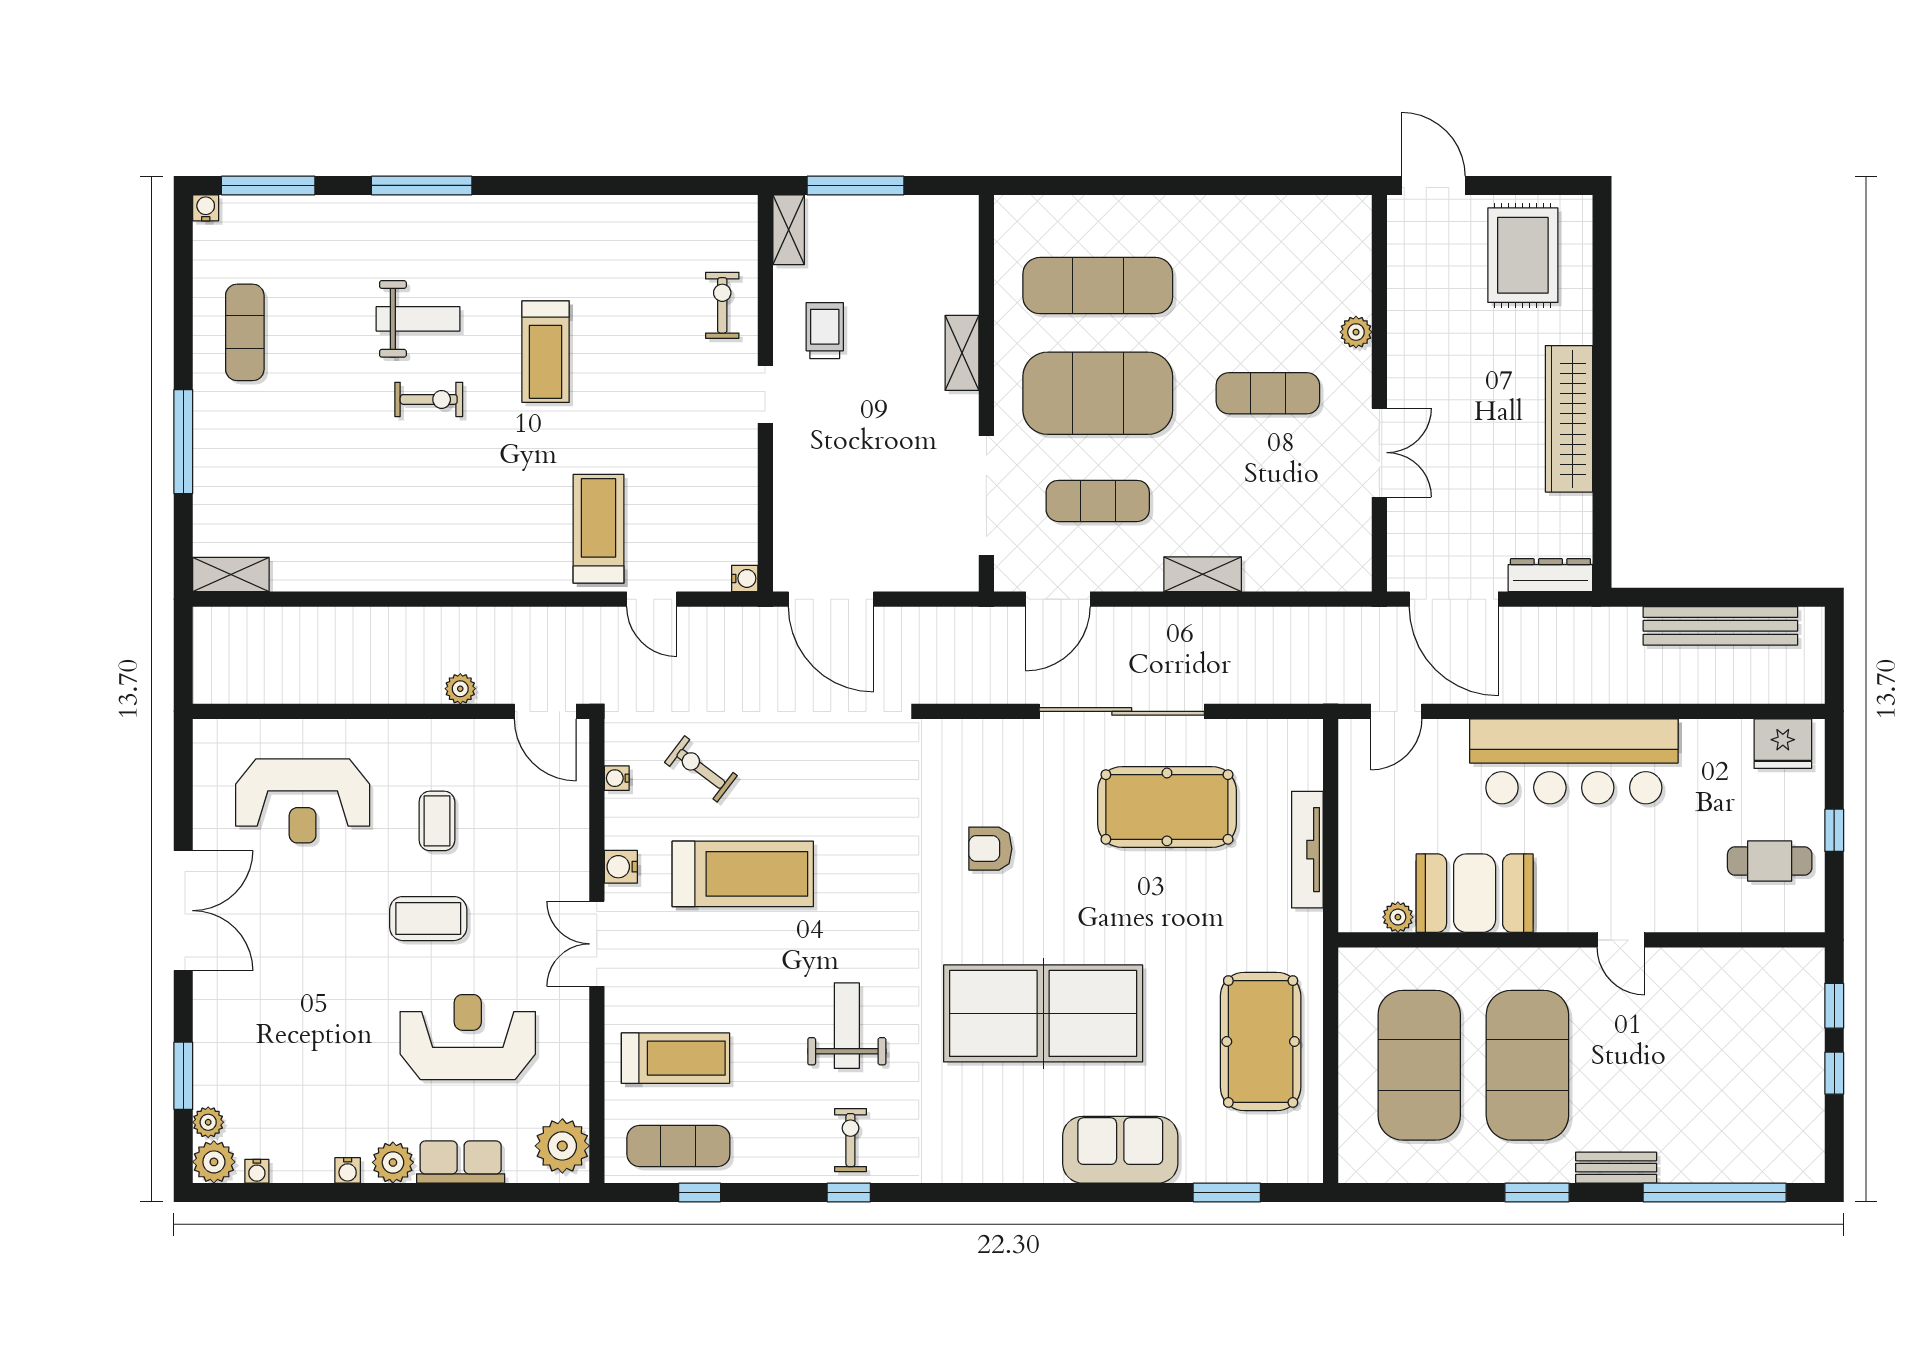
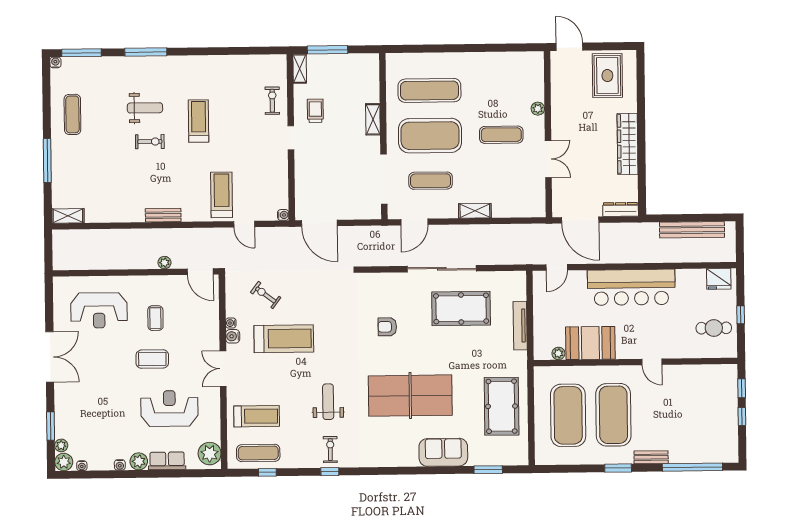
treadmill: (546, 352) -> (199, 121), turned 180
bench: (458, 576) -> (163, 215), added
water cooler: (617, 778) -> (231, 323), moved

